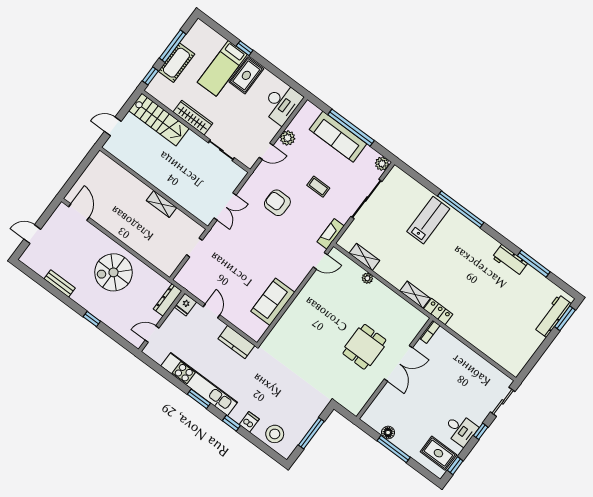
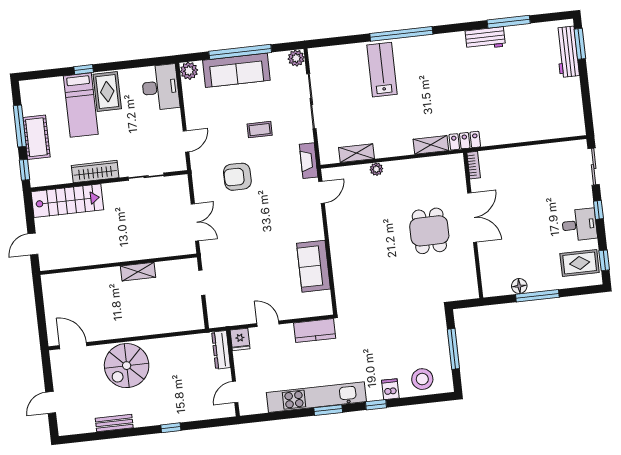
plant: (288, 138) -> (189, 71), moved
spiral stairs: (113, 272) -> (127, 366), moved

